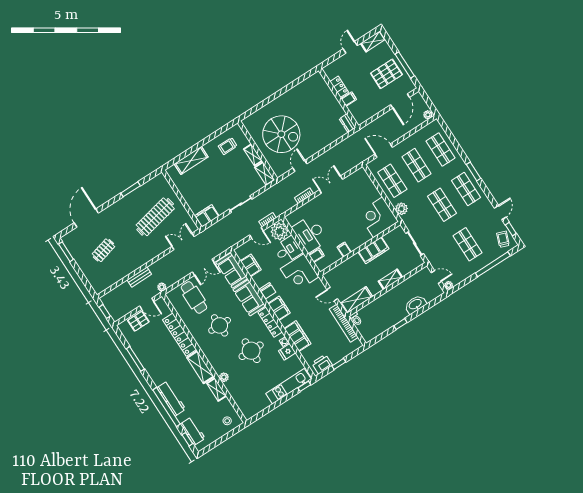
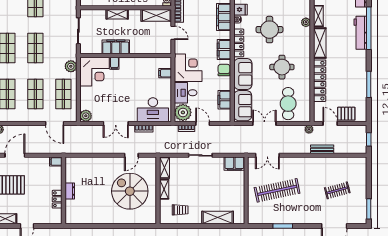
filing cabinet: (349, 99) -> (56, 162), moved
dresser: (347, 123) -> (70, 191), moved
plant: (361, 175) -> (86, 116), added
desk: (310, 234) -> (153, 110), moved, turned 90
filing cabinet: (344, 250) -> (114, 63), moved

